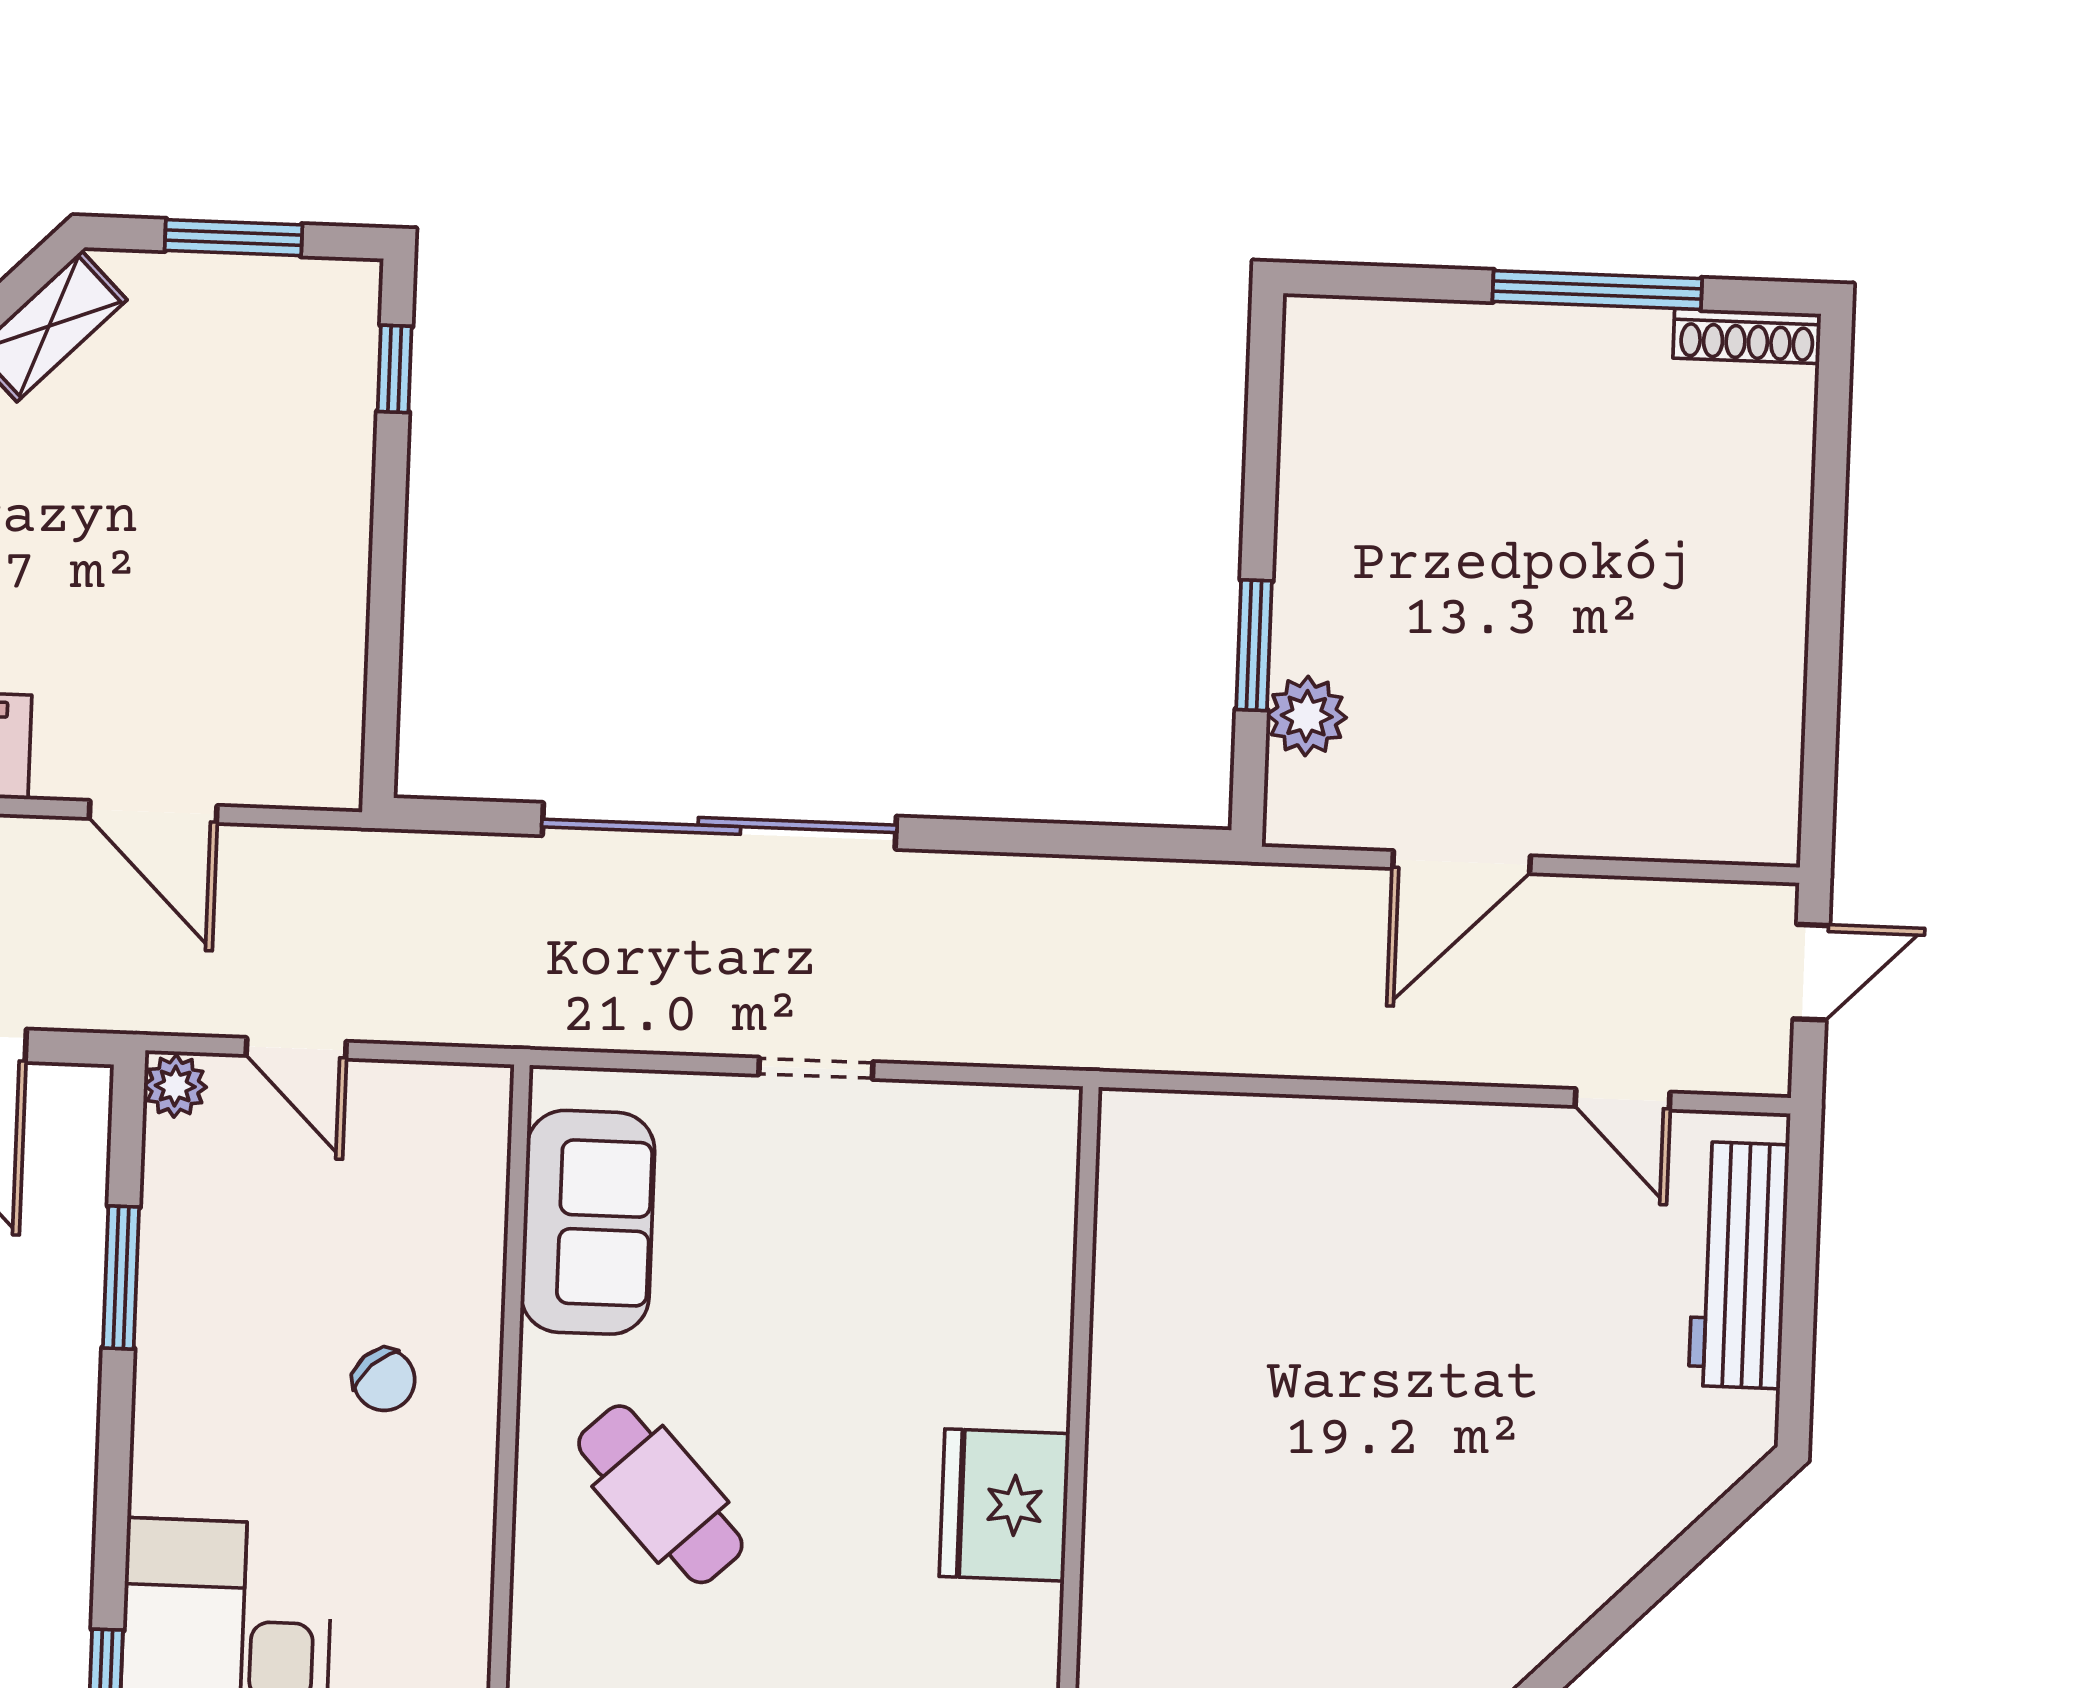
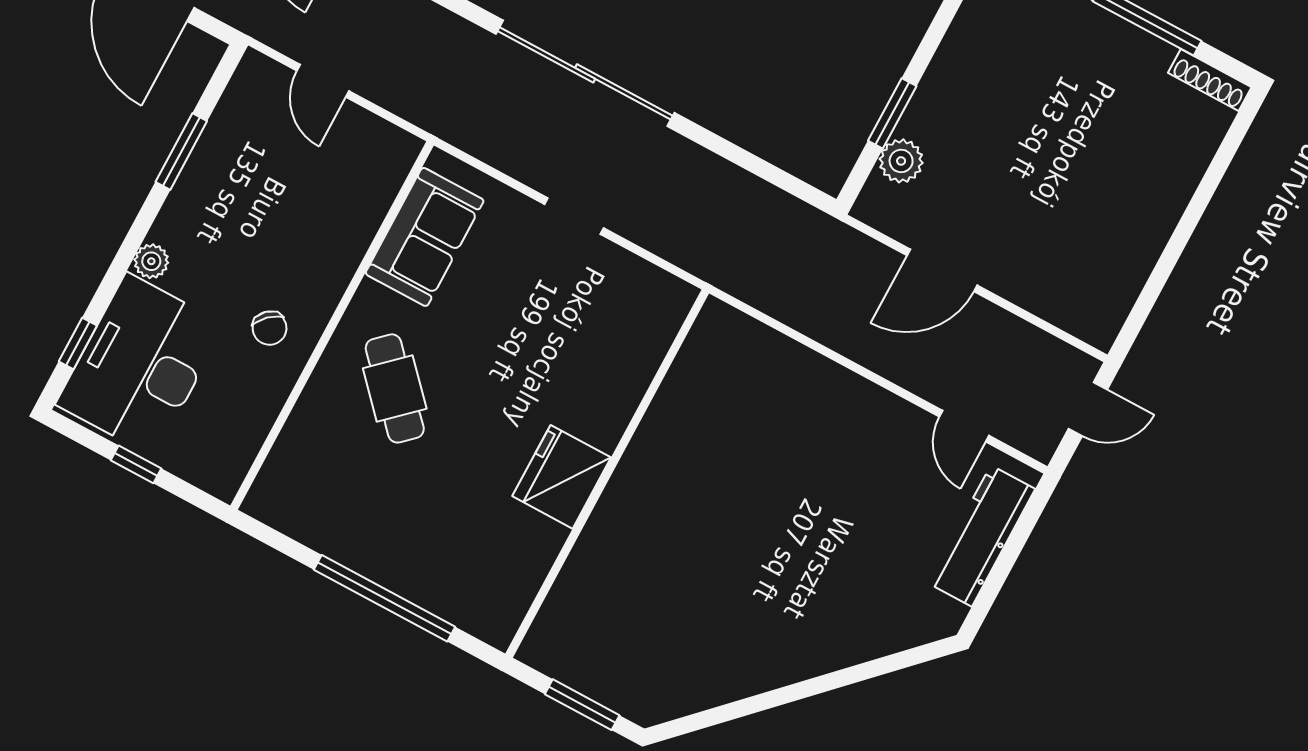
plant: (175, 1086) -> (151, 261), moved
chair: (384, 1380) -> (270, 328), moved

